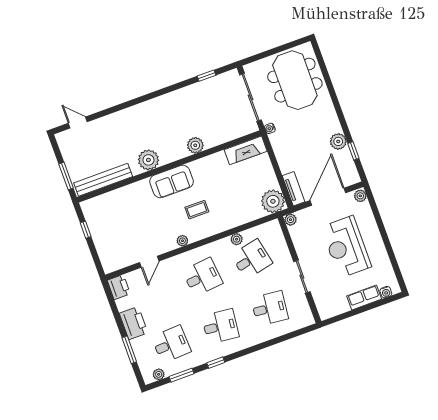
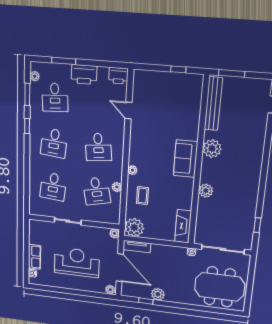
coffee table: (197, 210) -> (142, 196), moved
plant: (182, 241) -> (132, 170), moved

